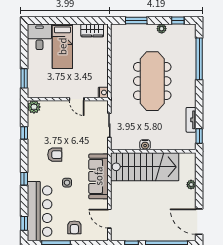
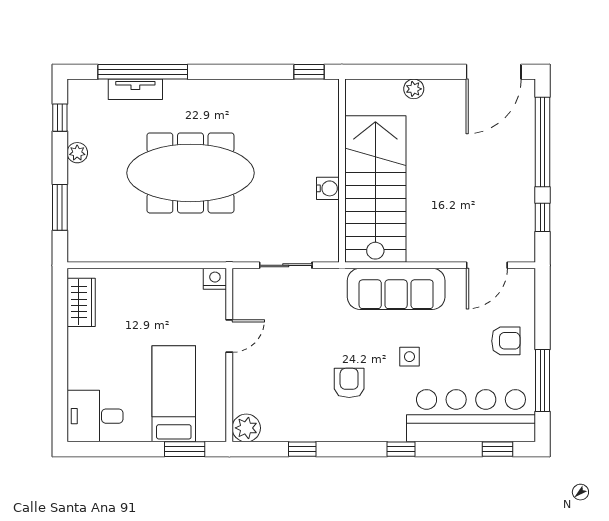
bed: (62, 46) -> (174, 394), moved, turned -90
tv unit: (191, 120) -> (135, 89), moved

